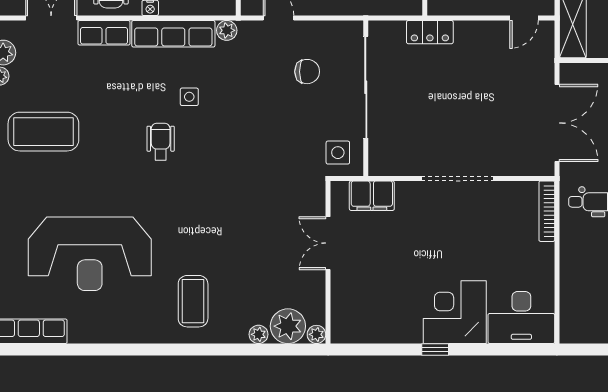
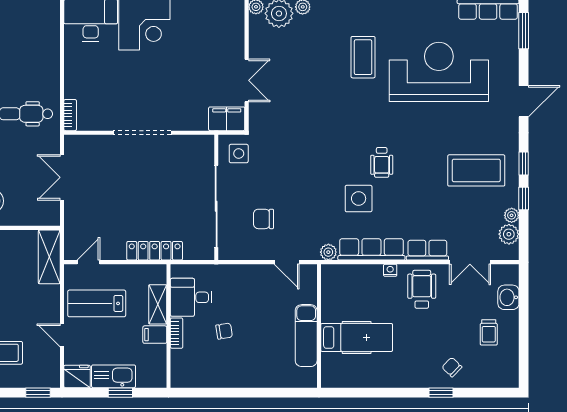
locker: (430, 32) -> (155, 251), width x1.53
side table: (189, 97) -> (359, 199), width x1.87, depth x1.87
double door: (557, 123) -> (62, 177), width x0.73
filing cabinet: (372, 196) -> (227, 119), moved
bookcase: (547, 211) -> (70, 115), width x0.64
coffee table: (193, 301) -> (363, 57), moved

